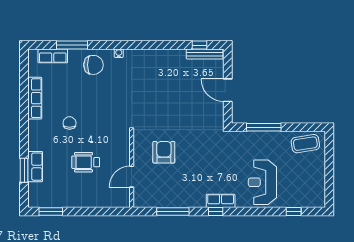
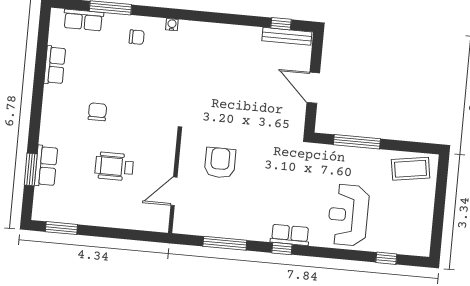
chair: (93, 65) -> (137, 37), width x0.54, depth x0.54
row of seats: (35, 98) -> (55, 65), width x0.68

